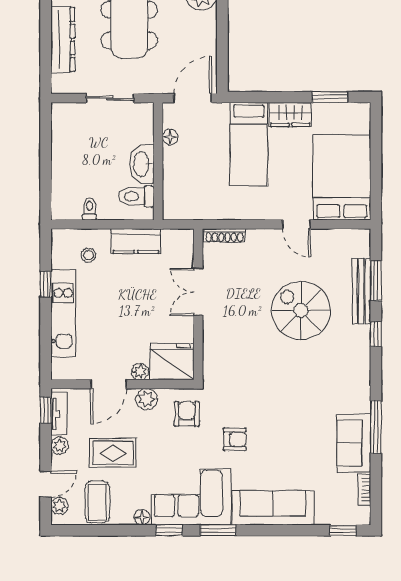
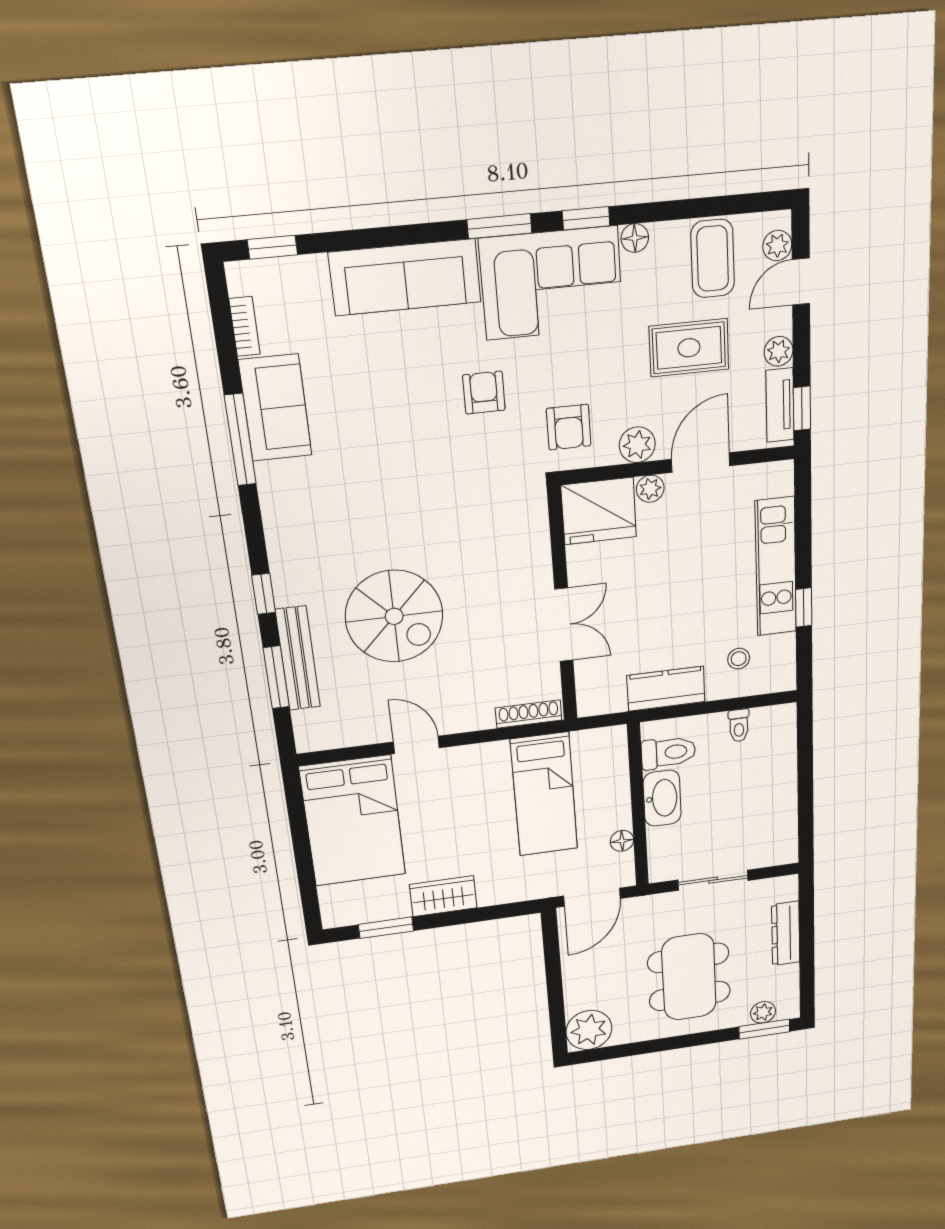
dresser: (63, 40) -> (786, 934), width x0.73, depth x0.80
bed: (249, 144) -> (544, 794), moved, turned 180
armchair: (235, 439) -> (484, 393), turned 90

